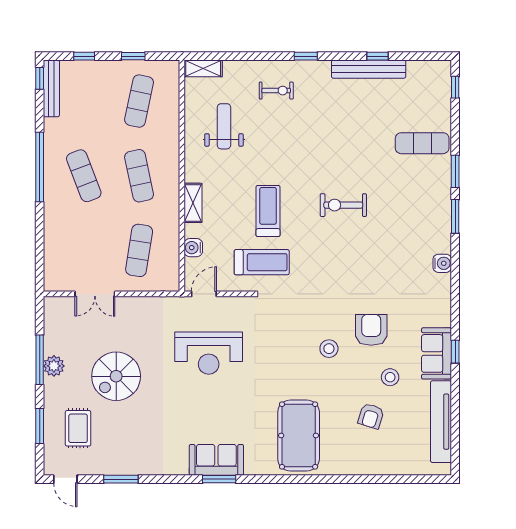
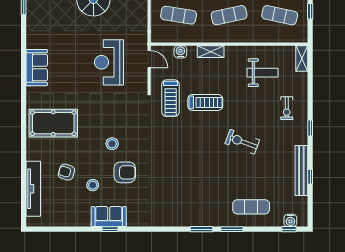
exercise mat: (422, 143) -> (251, 207), turned 90
exercise bike: (343, 205) -> (242, 142), moved, turned -70
water cooler: (442, 263) -> (290, 220), moved
tv unit: (441, 422) -> (33, 189), moved, turned 90
window: (219, 479) -> (24, 69), removed

